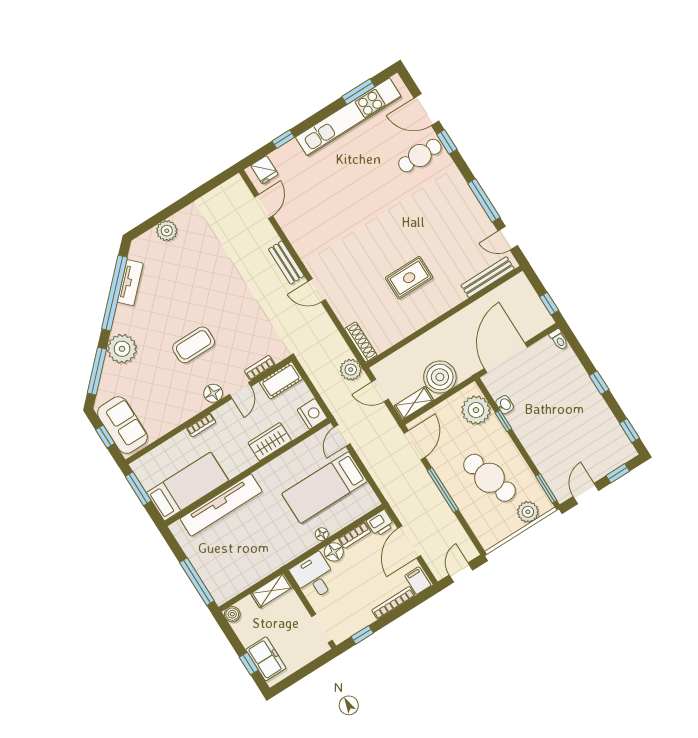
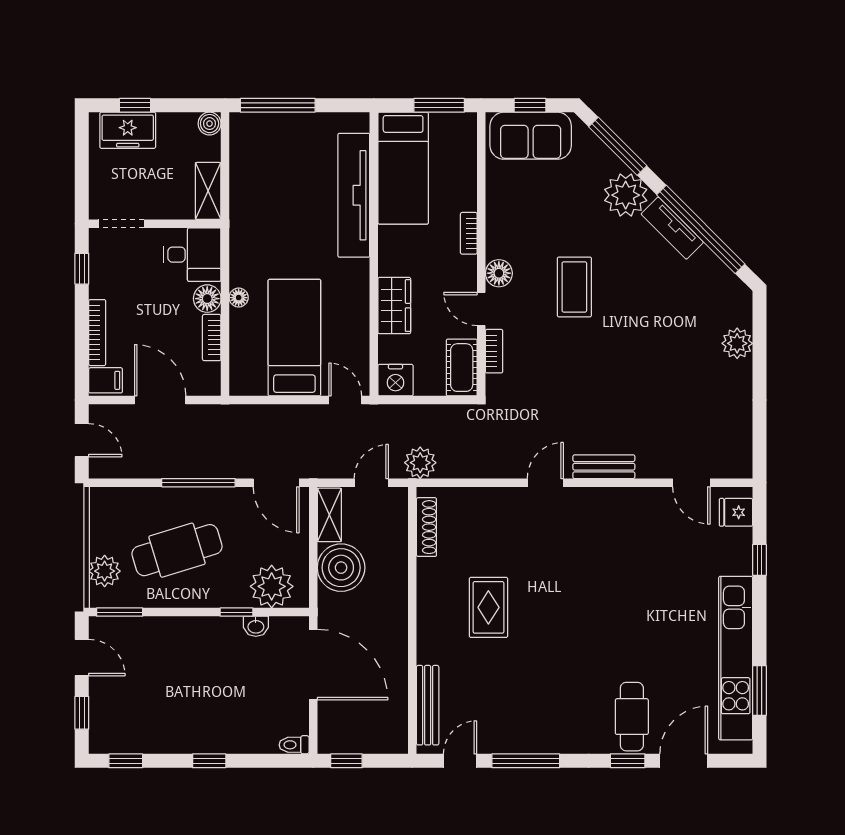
tv unit: (130, 283) -> (672, 228), moved
shoe rack: (361, 342) -> (426, 527), moved, turned -90
printer: (380, 523) -> (206, 379), removed

